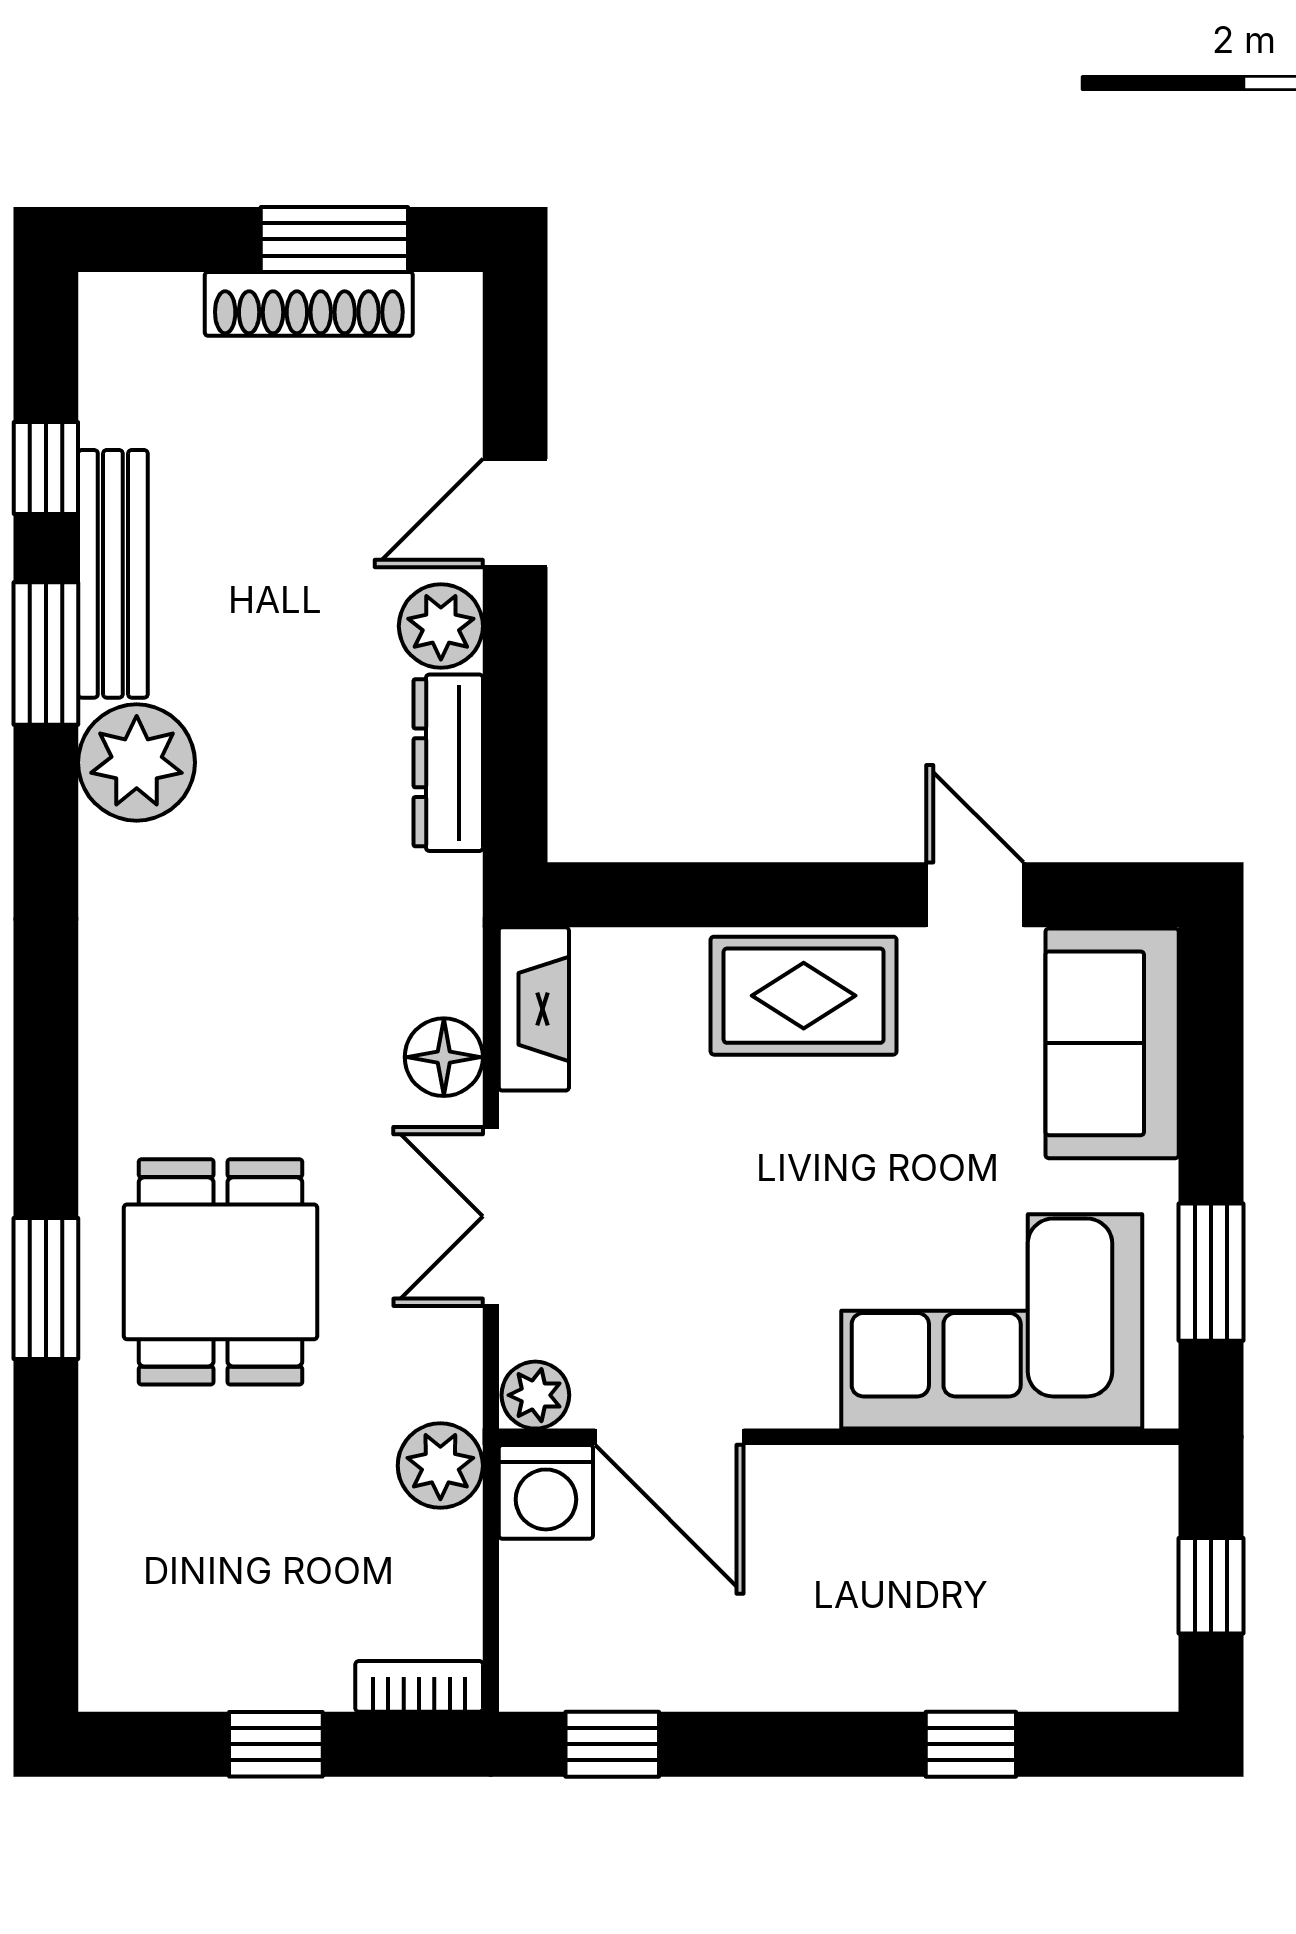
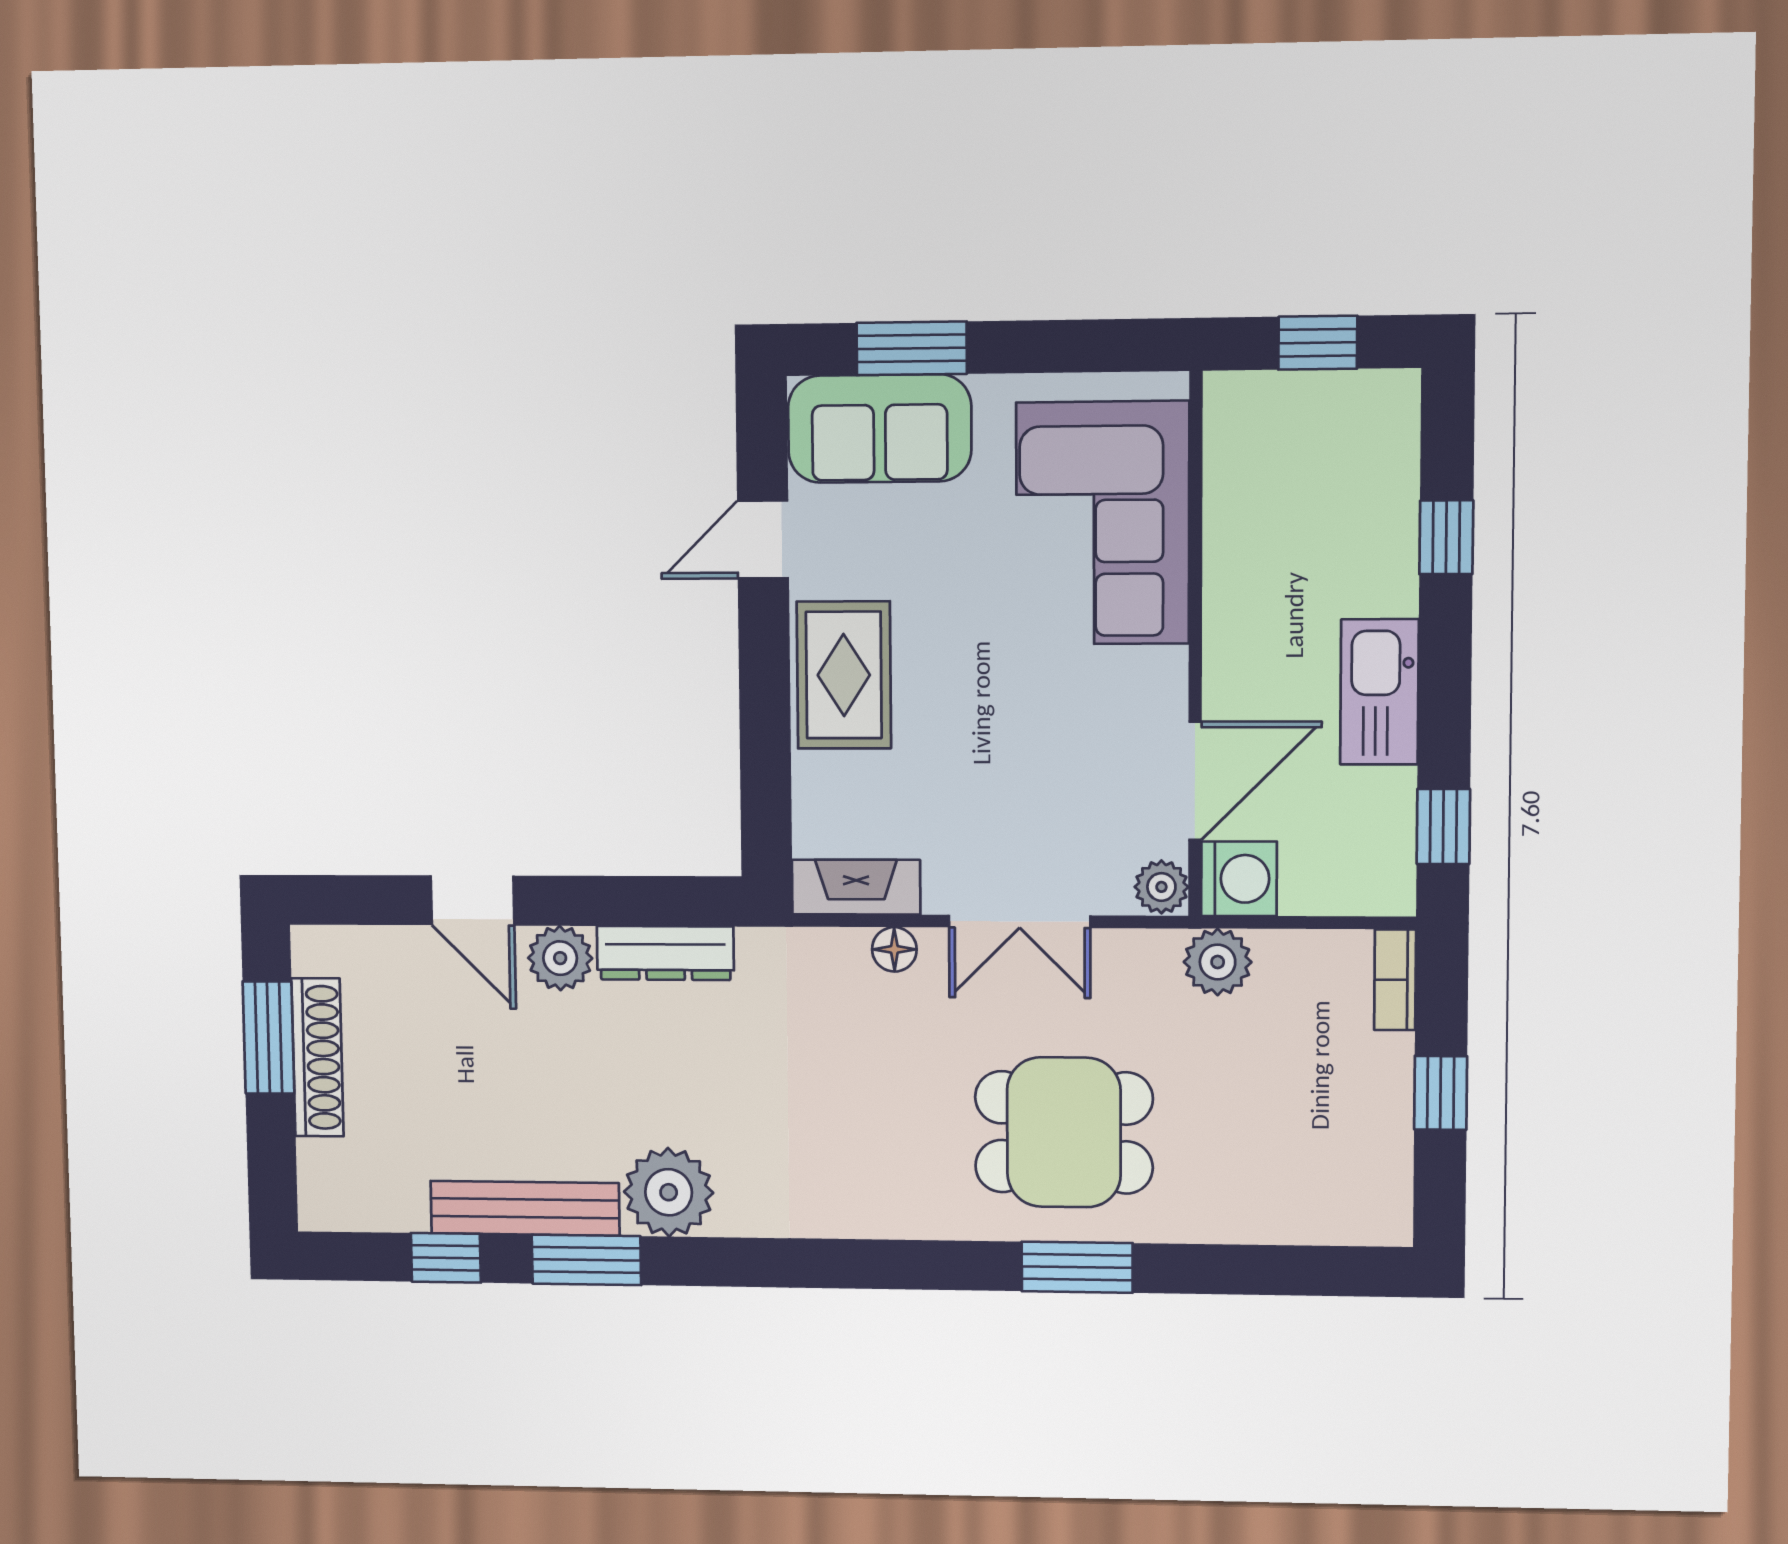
floor lamp: (444, 1057) -> (894, 949), width x0.73, depth x0.73
window: (1211, 1272) -> (912, 348), moved
kitchen sink: (780, 1664) -> (1379, 692), added

